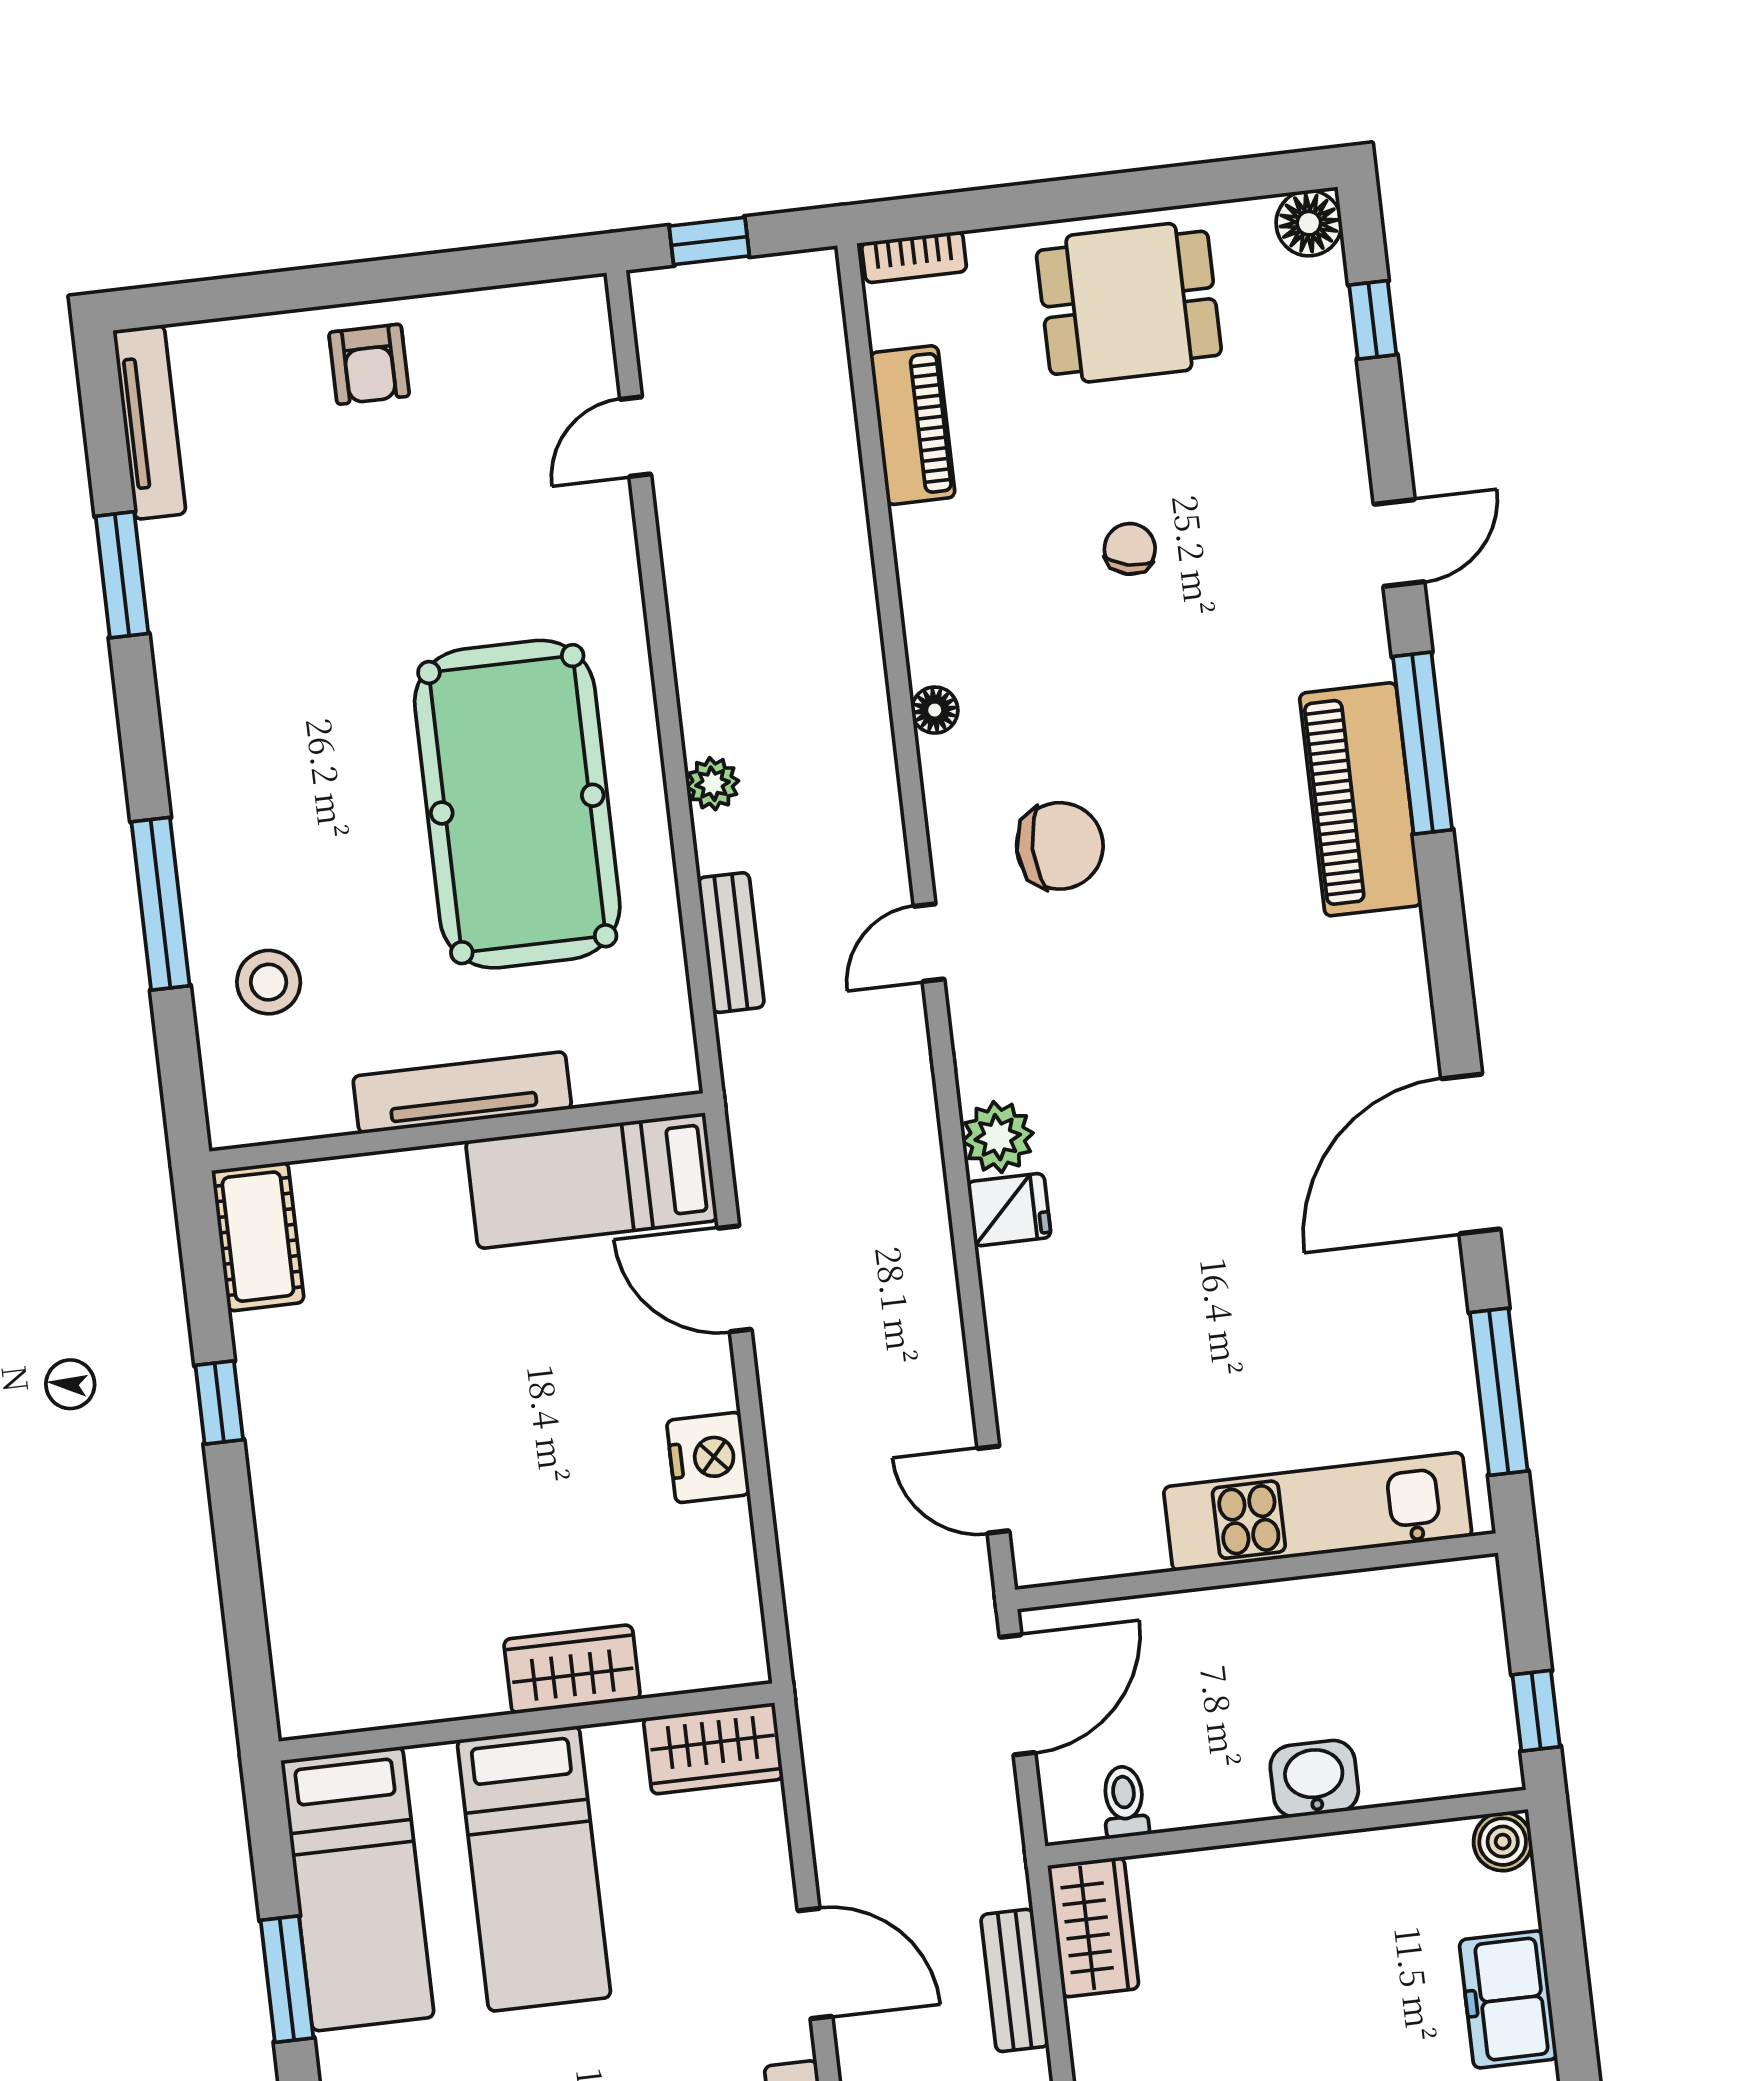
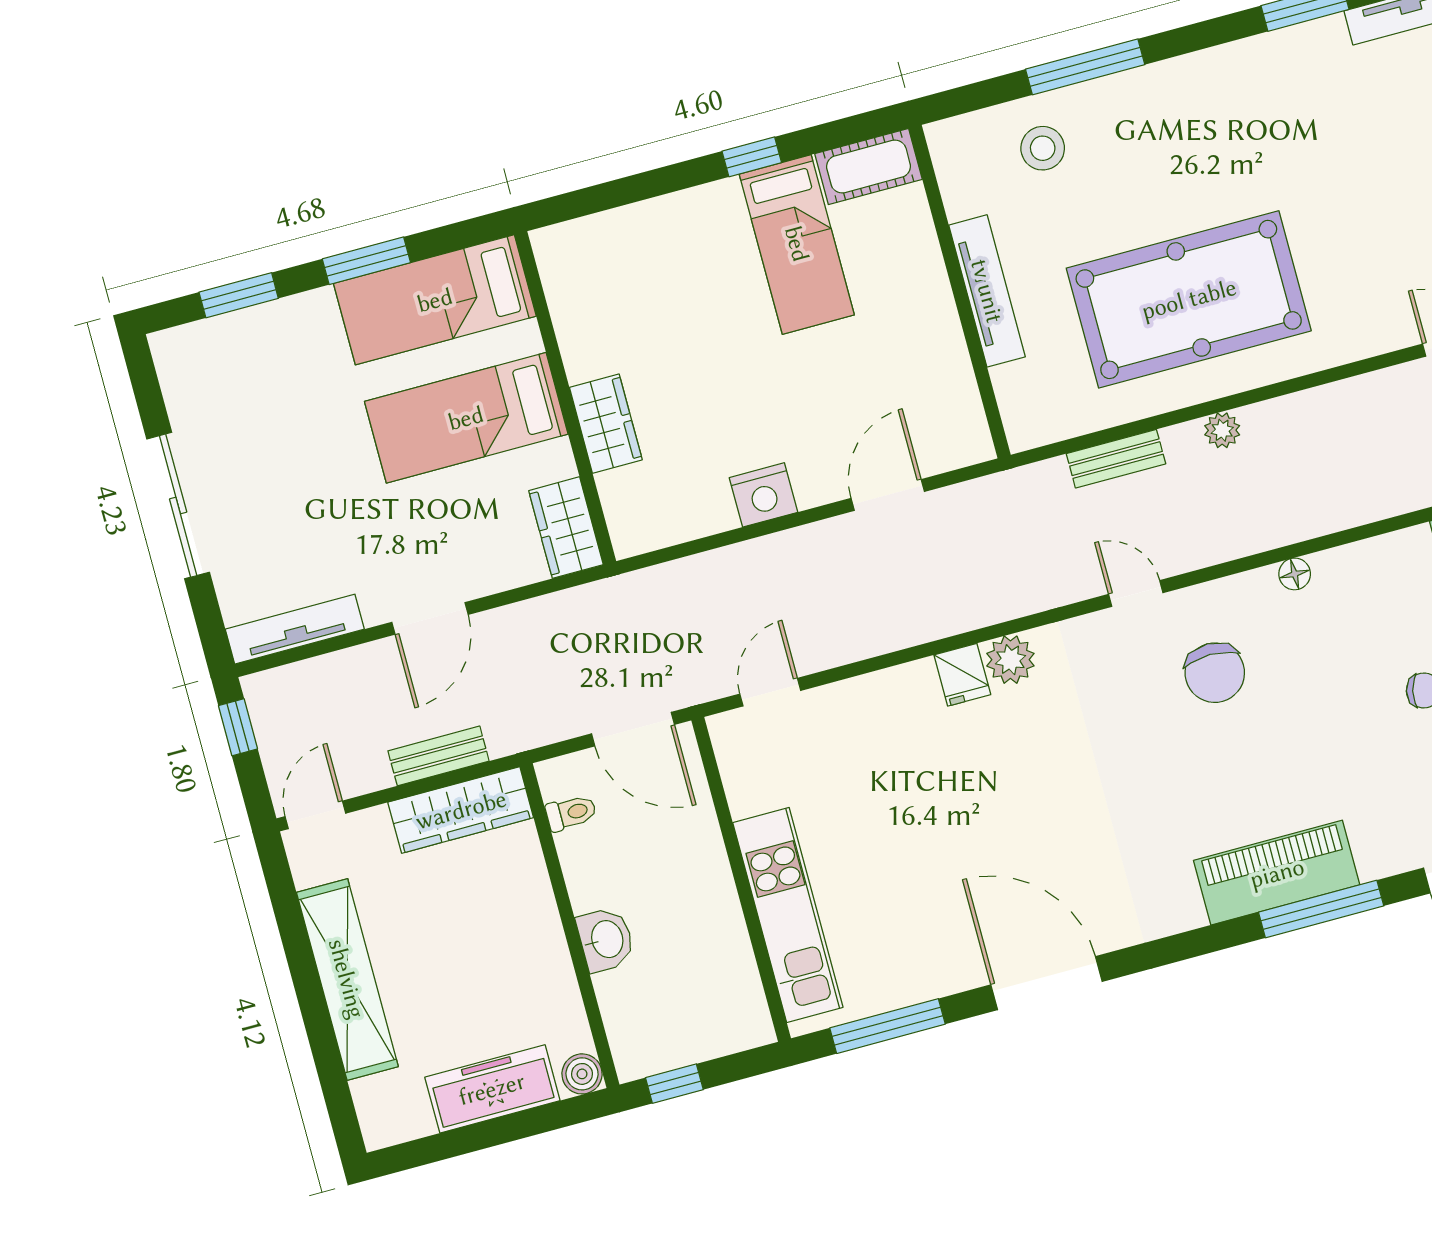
bed: (592, 1181) -> (797, 244), moved, turned 180
wardrobe: (1093, 1927) -> (461, 810), width x1.50
freezer: (1508, 1999) -> (492, 1089), width x1.40

